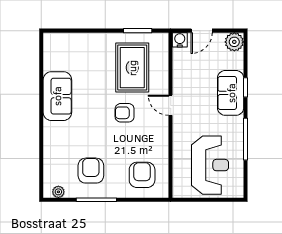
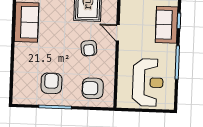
armchair: (125, 113) -> (89, 48), moved, turned -97
armchair: (142, 175) -> (93, 88), turned -90
plant: (58, 192) -> (25, 100), removed

